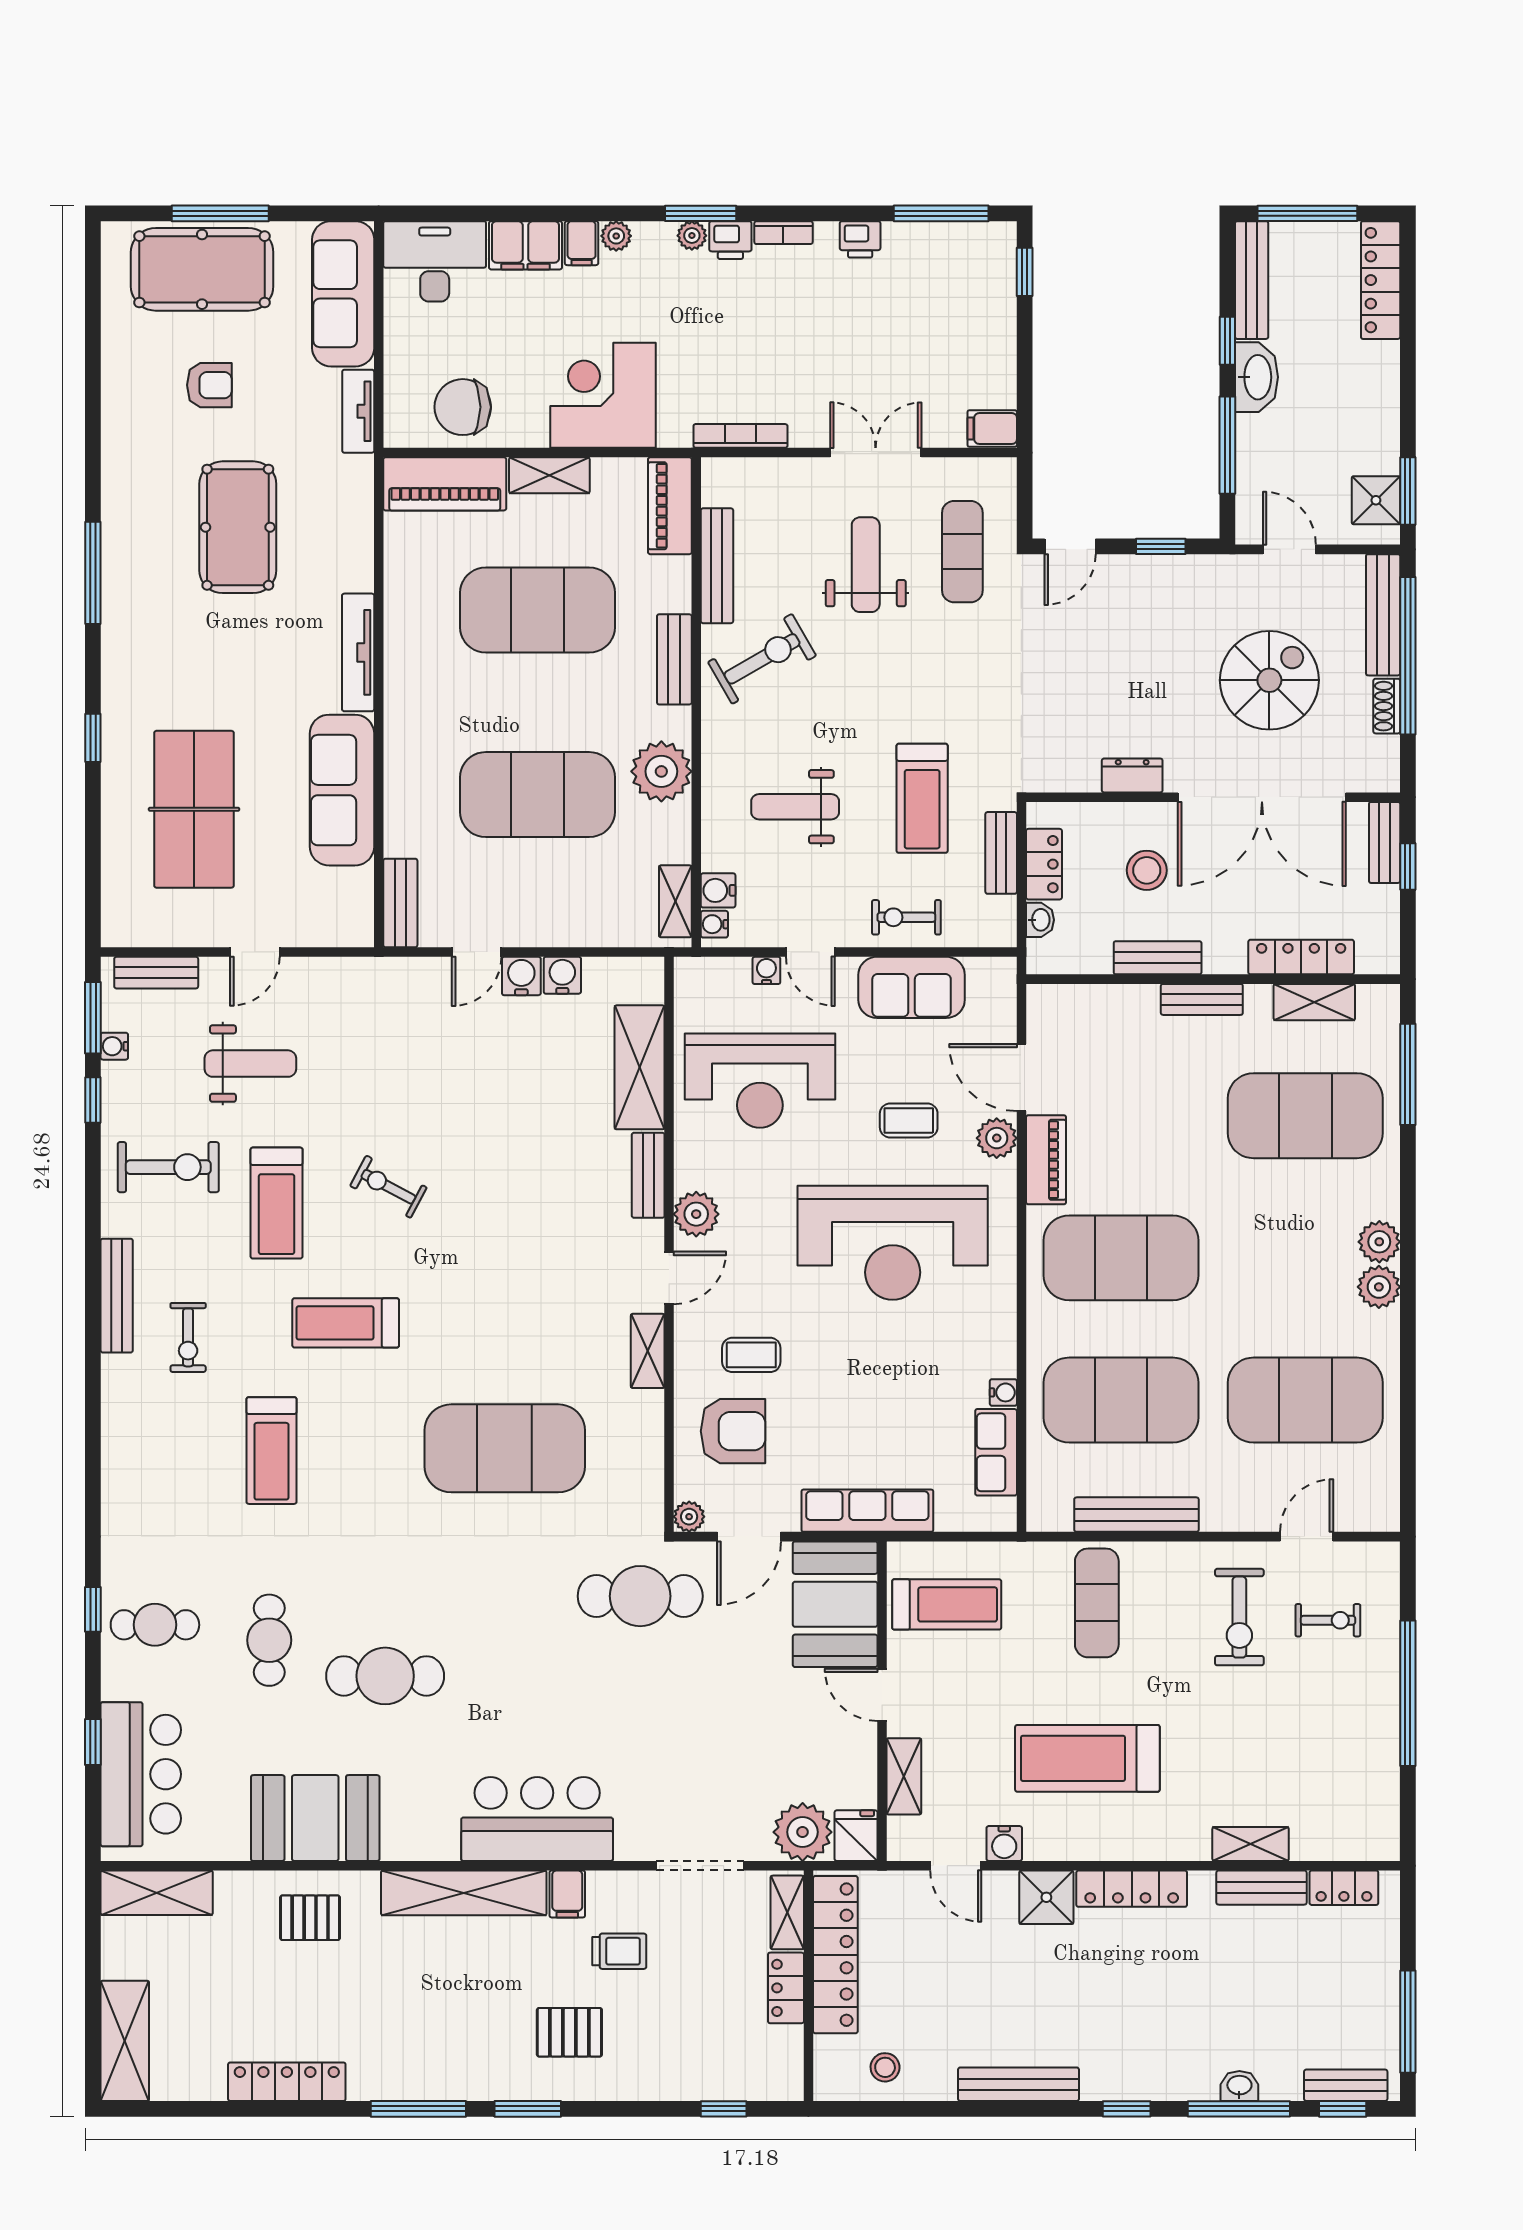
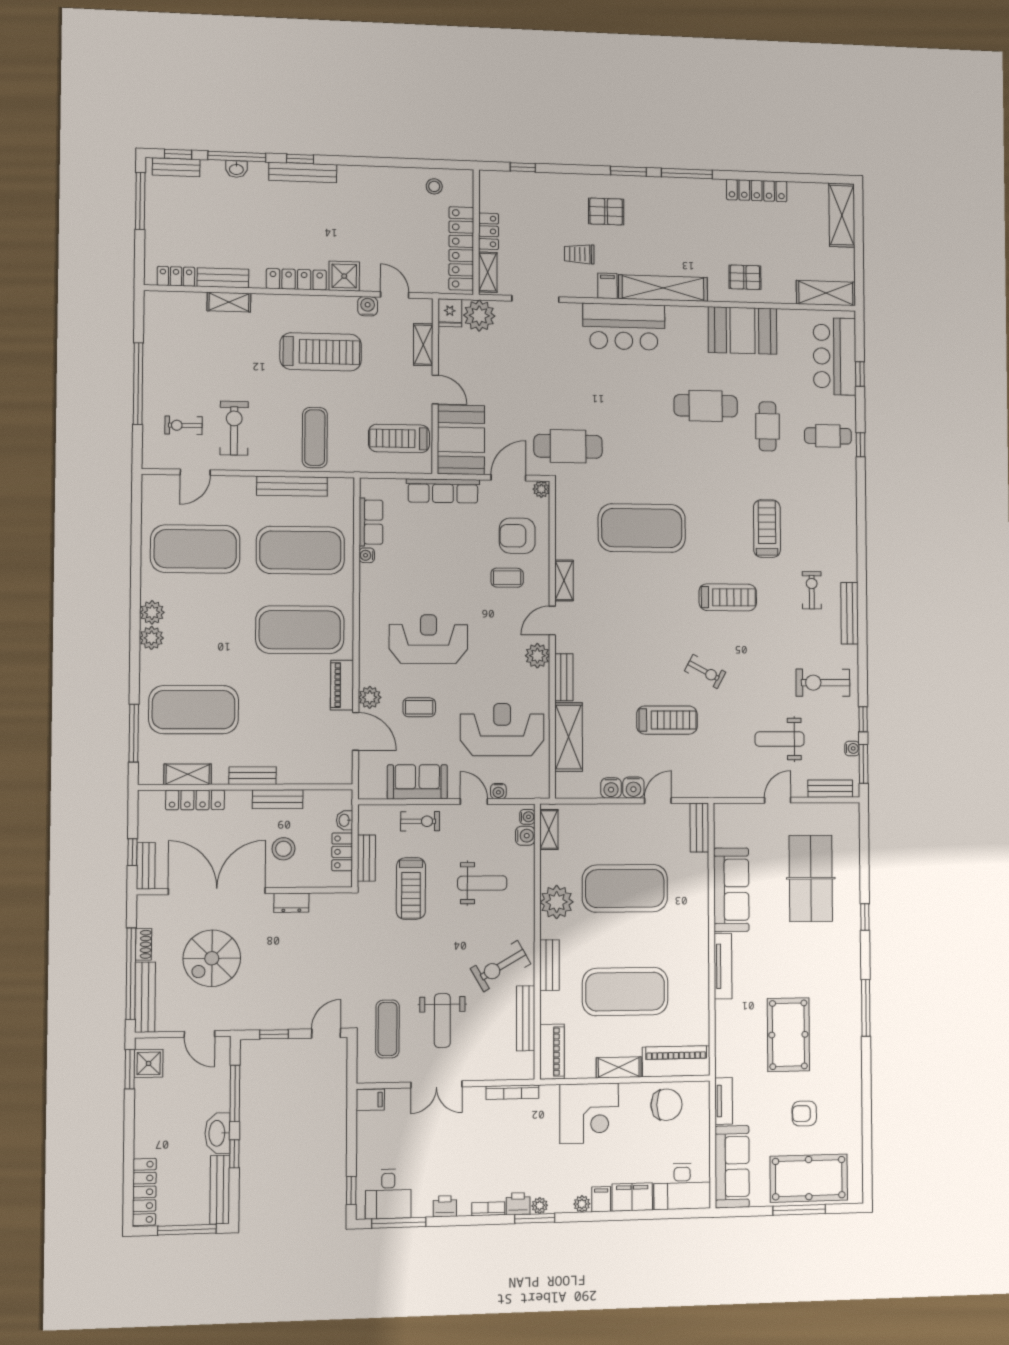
desk: (960, 264) -> (388, 1194), added
treadmill: (922, 798) -> (411, 888), turned 180
treadmill: (277, 1203) -> (667, 720), moved, turned 90
reception desk: (893, 1243) -> (428, 639), width x0.74, depth x0.77
bench: (1019, 2084) -> (303, 172), moved

